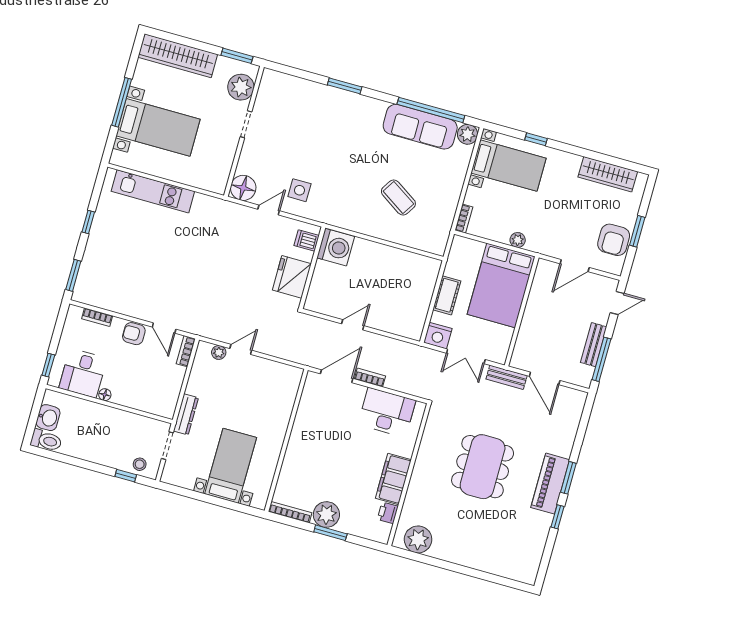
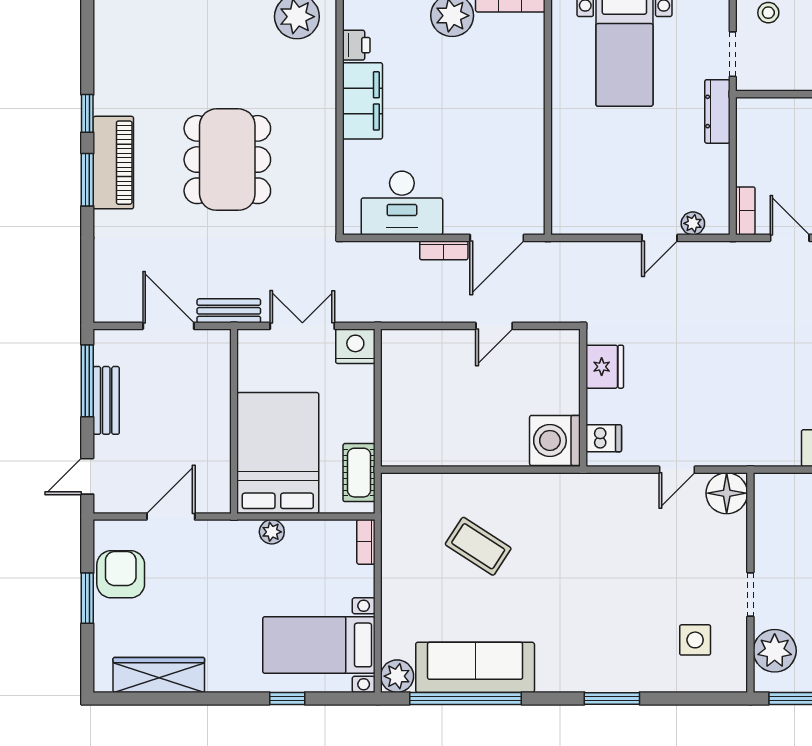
side table: (299, 190) -> (695, 640), moved
fridge: (292, 277) -> (605, 367), width x0.73, depth x0.75
cot: (447, 295) -> (359, 473), moved

